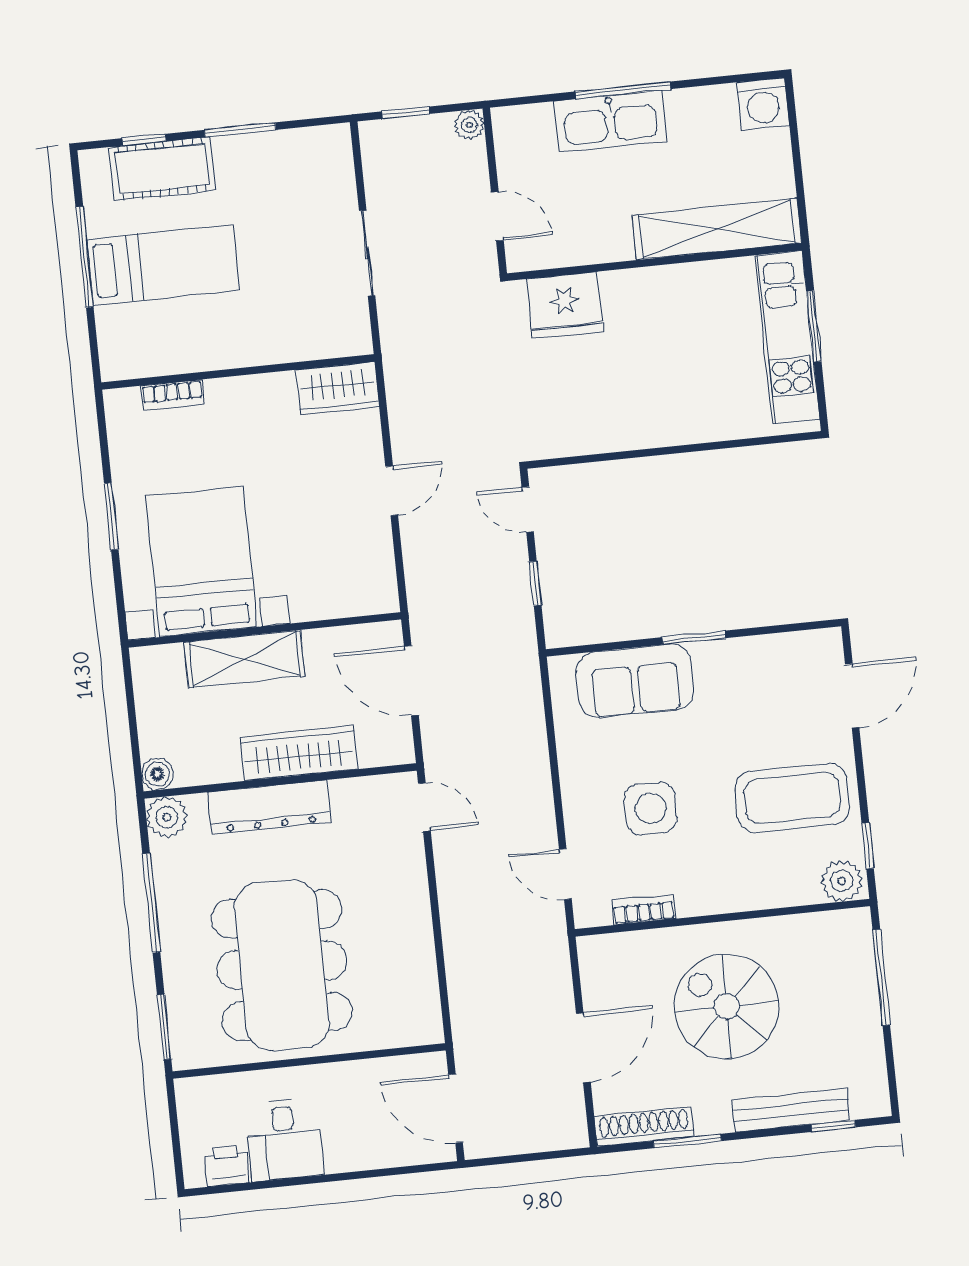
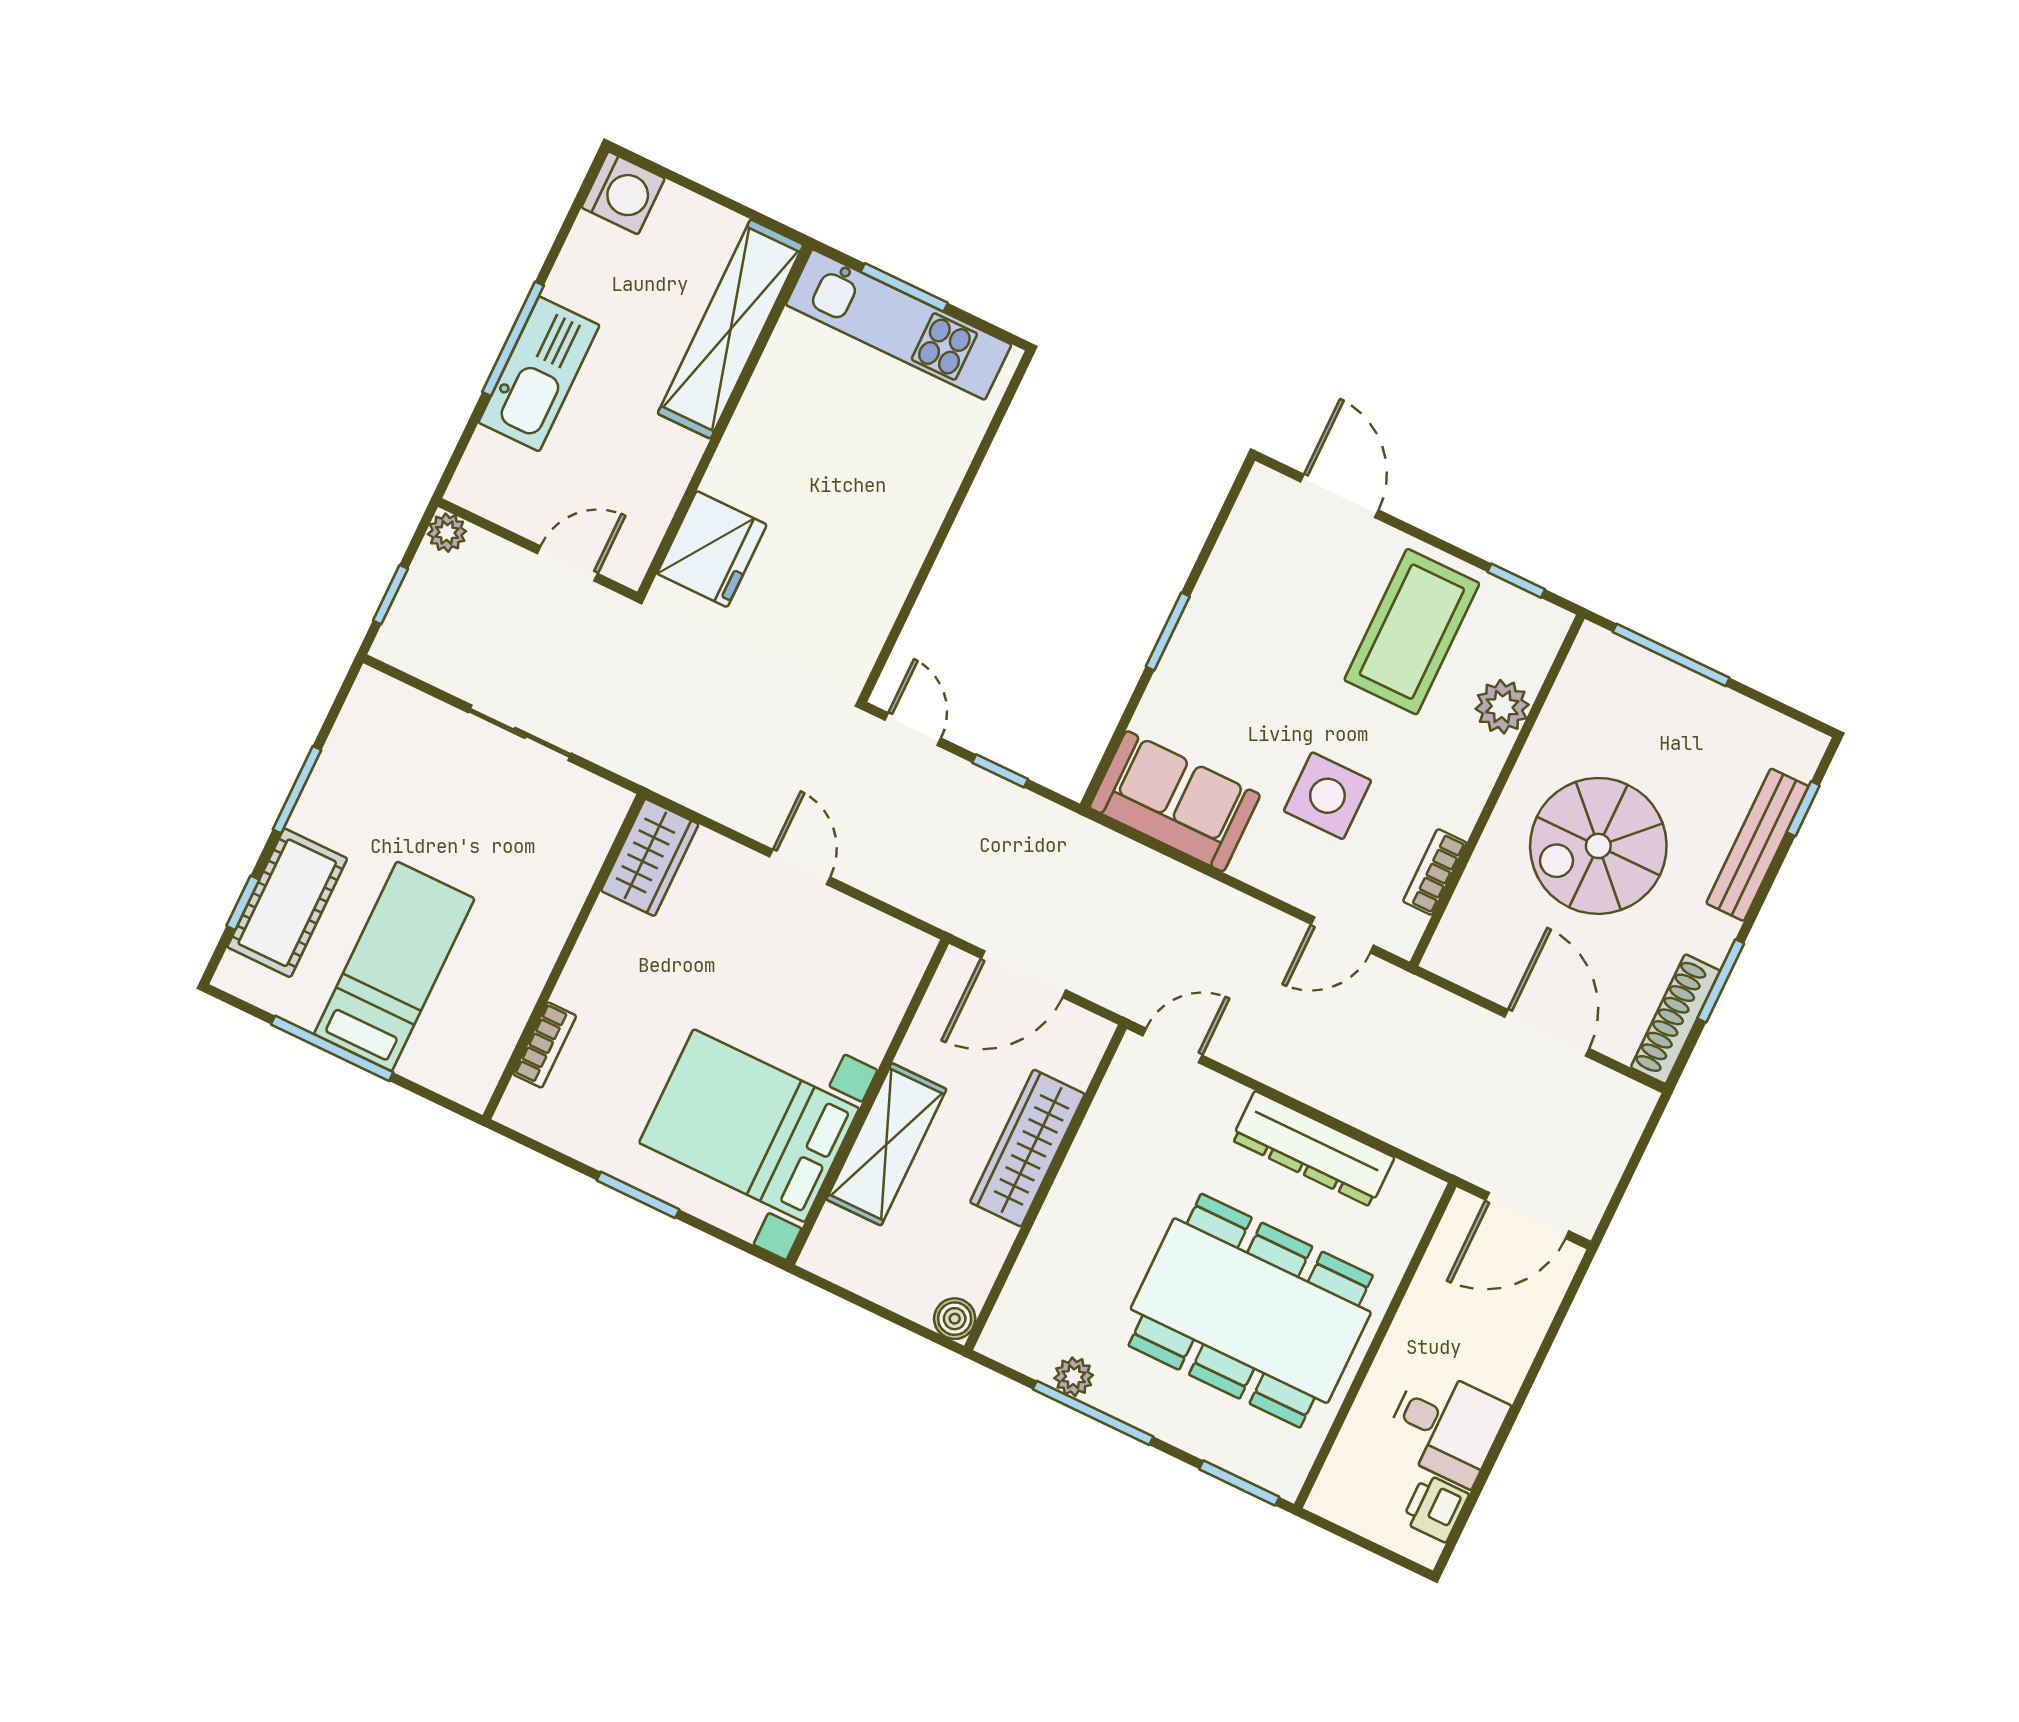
door: (528, 510) -> (913, 729), swing flipped
sofa: (635, 681) -> (1175, 801), moved, turned -90
dresser: (269, 807) -> (1313, 1149), moved, turned 90
plant: (167, 817) -> (1074, 1377), moved, width x0.73, depth x0.73
plant: (842, 881) -> (1502, 707), moved

